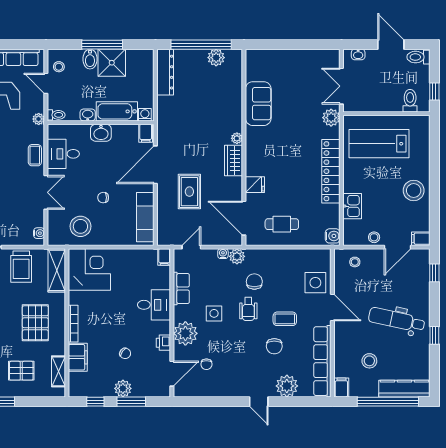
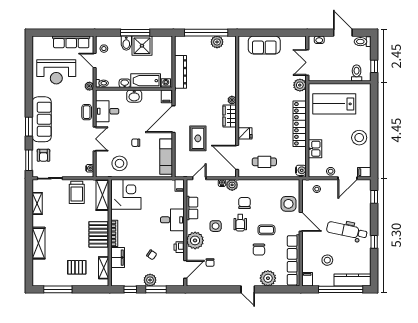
dresser: (165, 72) -> (180, 72), moved
sofa: (258, 104) -> (264, 45), moved, turned 90
pallet: (35, 323) -> (98, 234), moved

